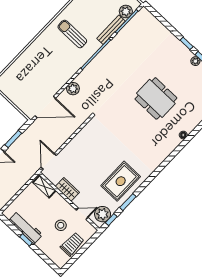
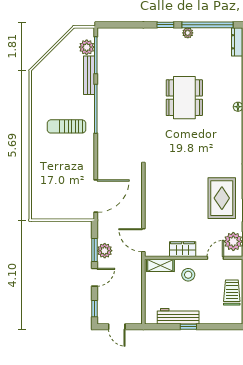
sun lounger: (72, 34) -> (66, 126), moved
plant: (73, 89) -> (105, 251), moved
dining table: (156, 98) -> (184, 98), turned 90
stool: (61, 225) -> (188, 275), moved

